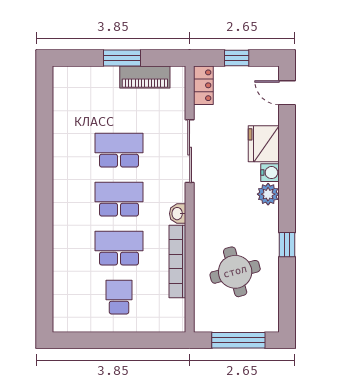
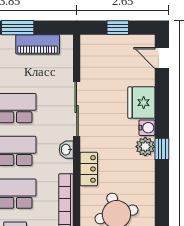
locker: (203, 85) -> (89, 169), moved
washbasin: (178, 214) -> (66, 150), moved
window: (287, 245) -> (162, 149), moved

